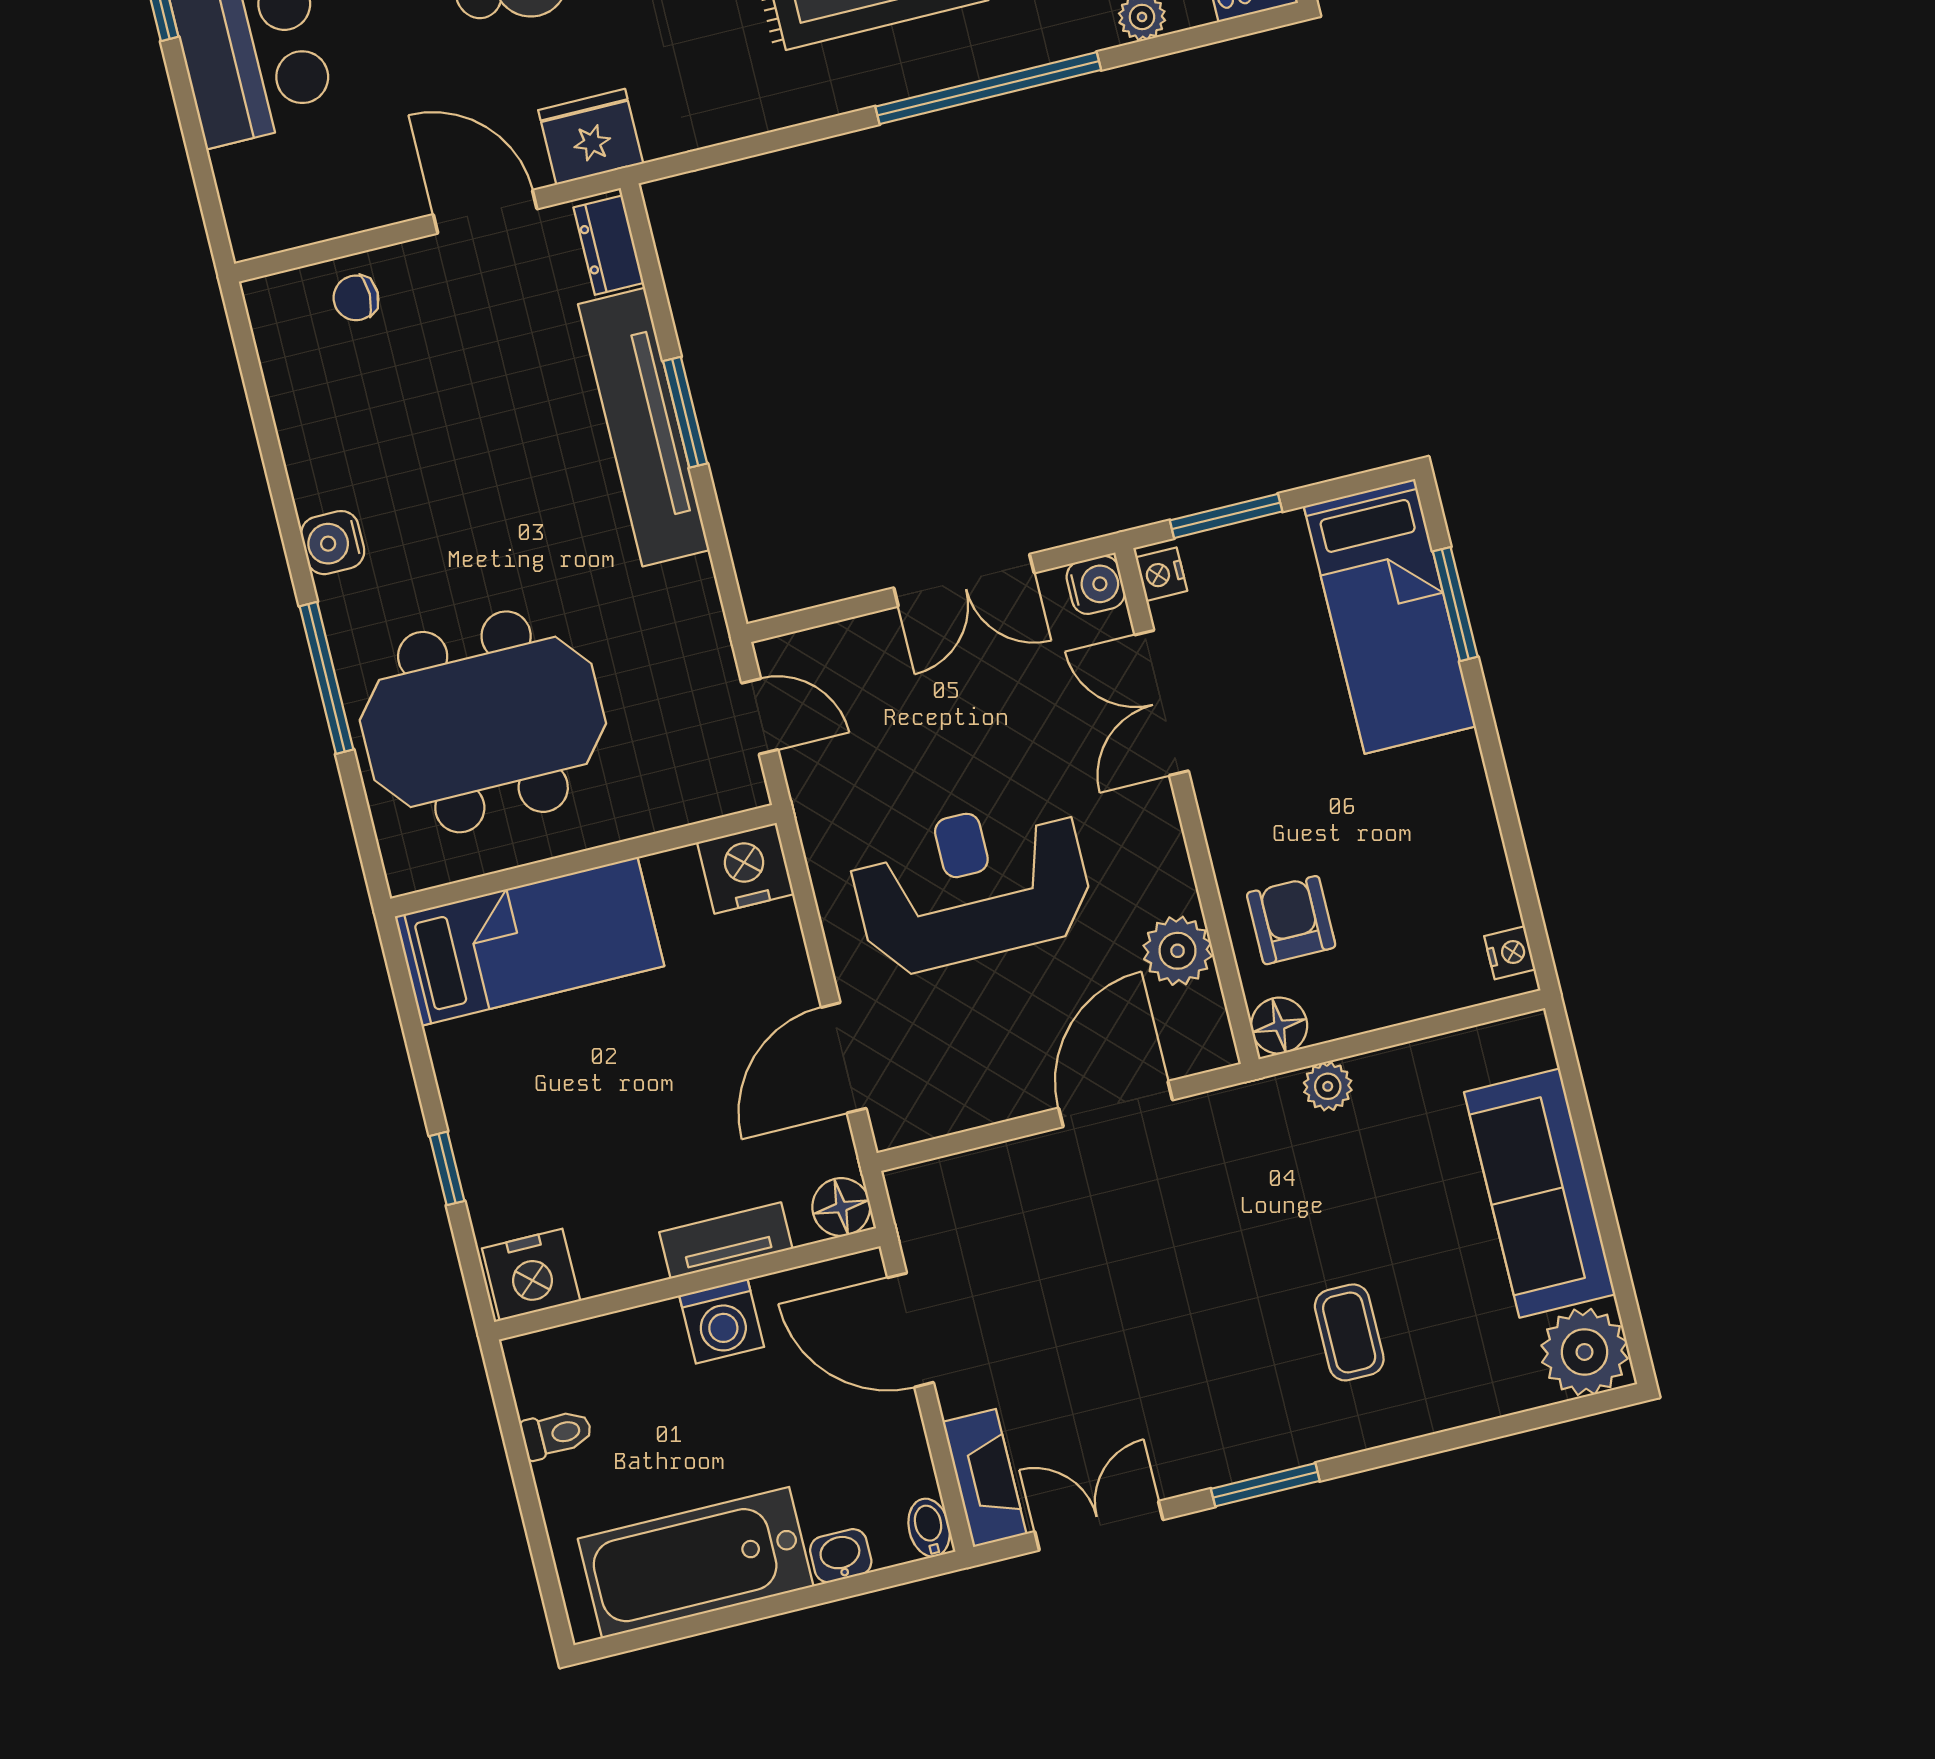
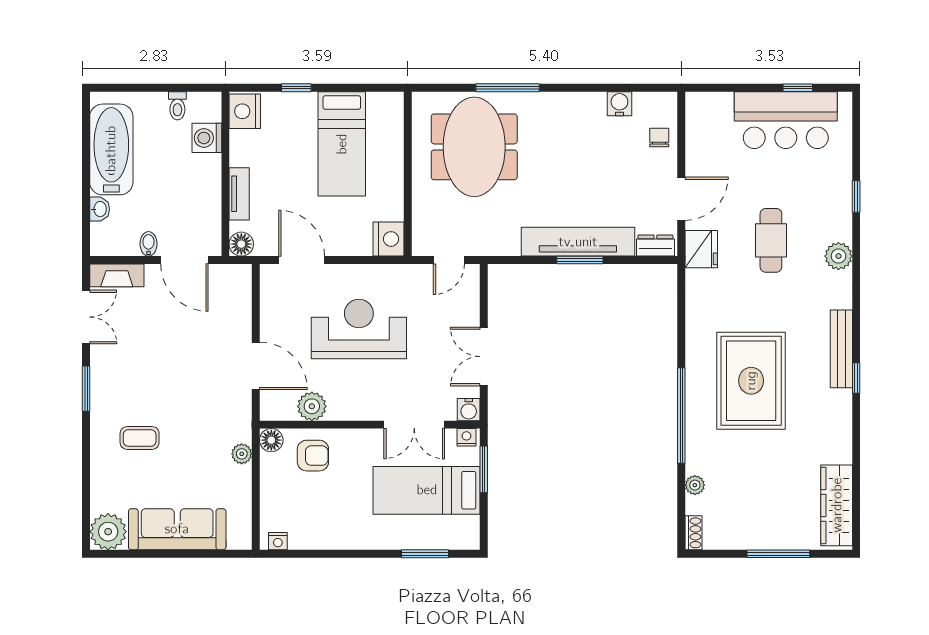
water cooler: (333, 543) -> (619, 104), moved
bed: (1390, 616) -> (427, 490), moved
double door: (1162, 703) -> (414, 425), swing flipped
reception desk: (971, 886) -> (359, 329), turned -90
bed: (529, 941) -> (342, 144), moved
washing machine: (722, 1321) -> (207, 138), moved
door: (911, 1330) -> (184, 260), swing flipped
bidet: (929, 1528) -> (148, 244), moved, turned -90

